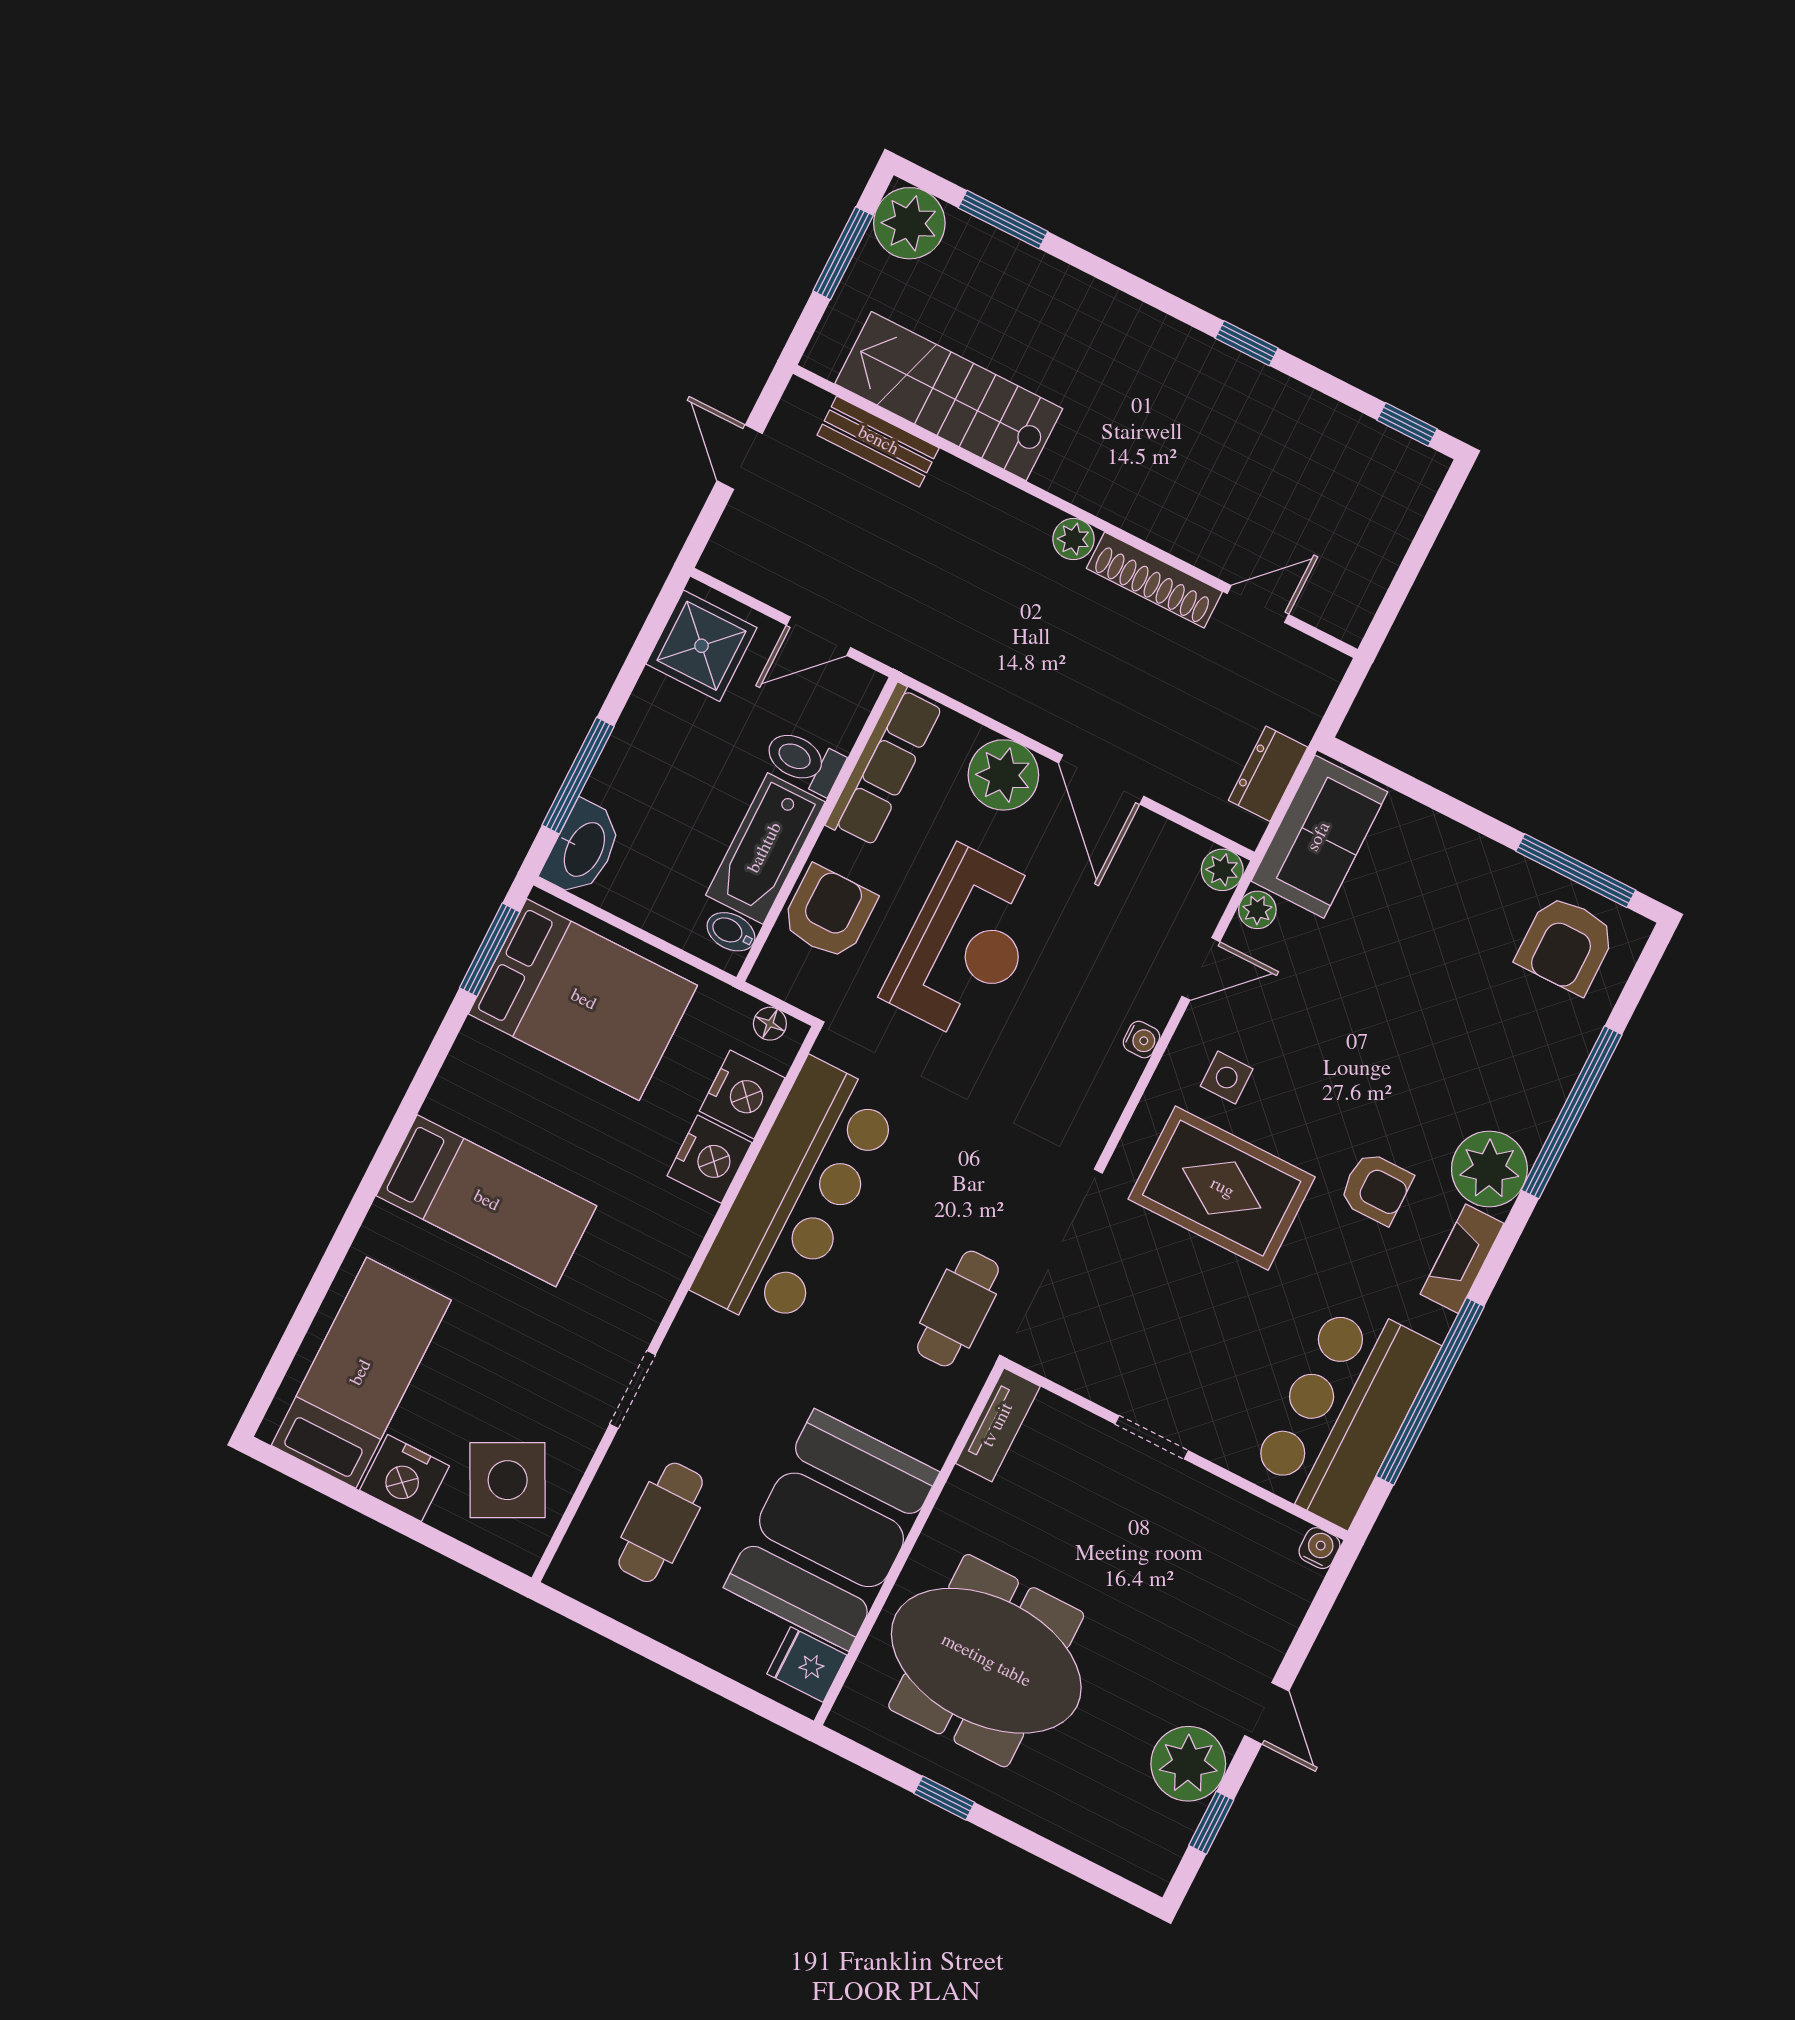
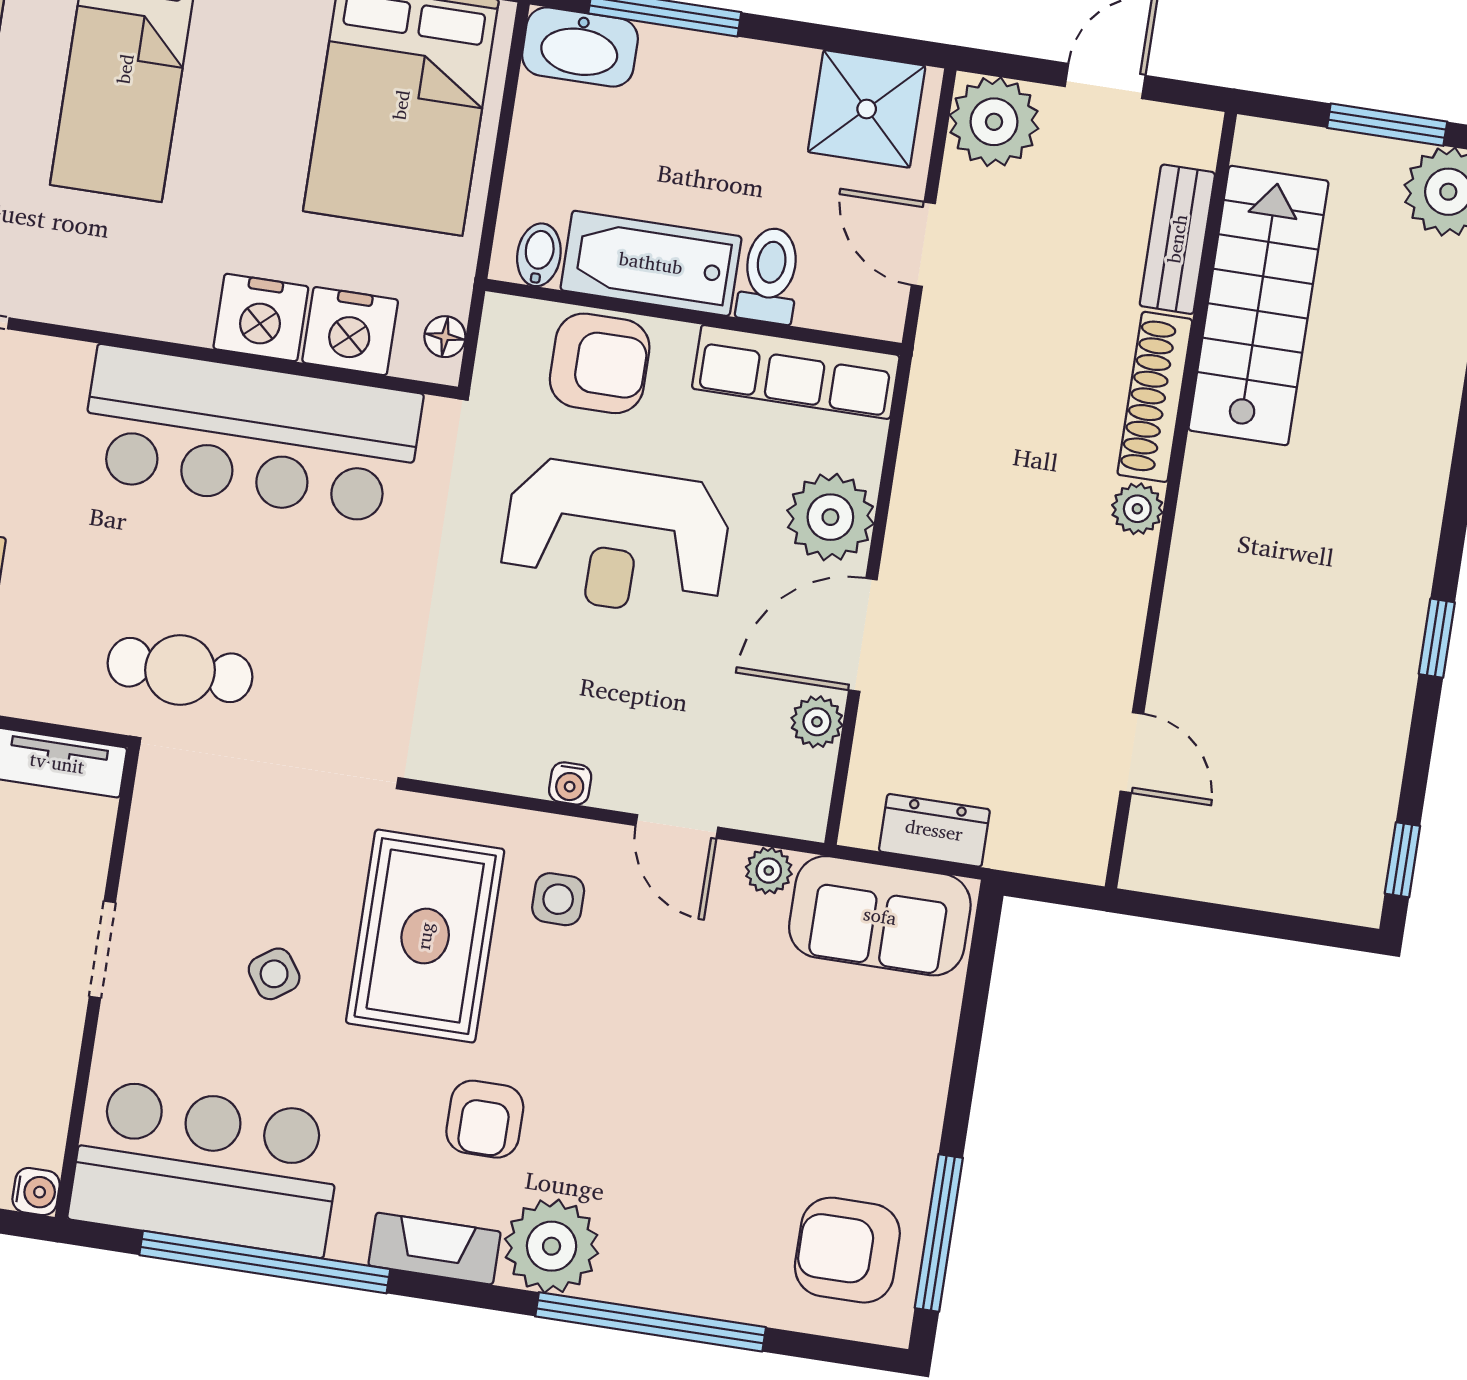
plant: (743, 552) -> (994, 122), added
shoe rack: (1154, 580) -> (1155, 397), moved
plant: (1222, 870) -> (817, 722), moved
side table: (1213, 1313) -> (274, 974), added

